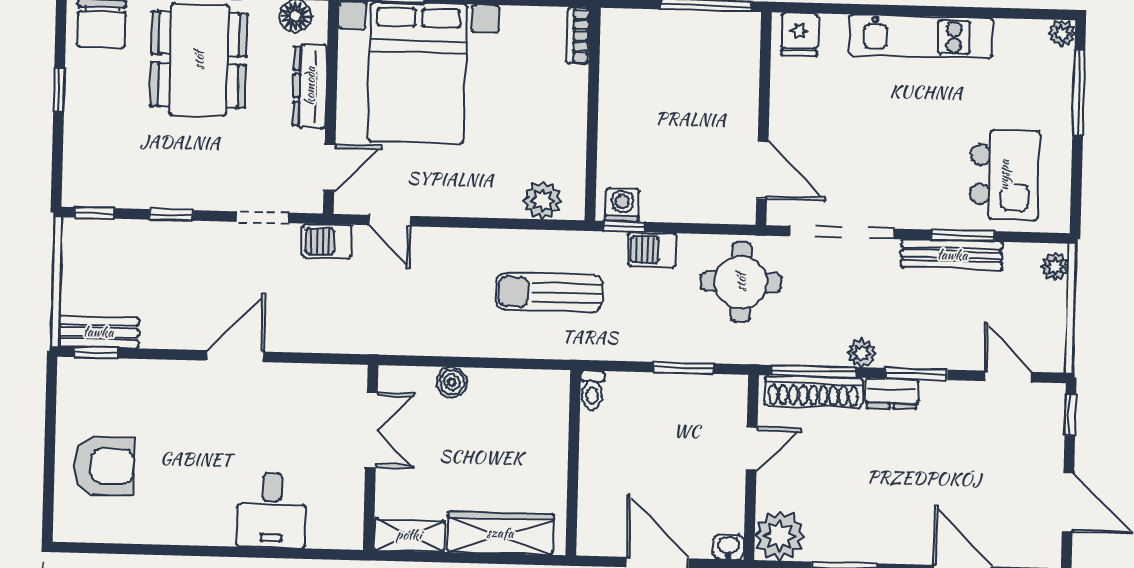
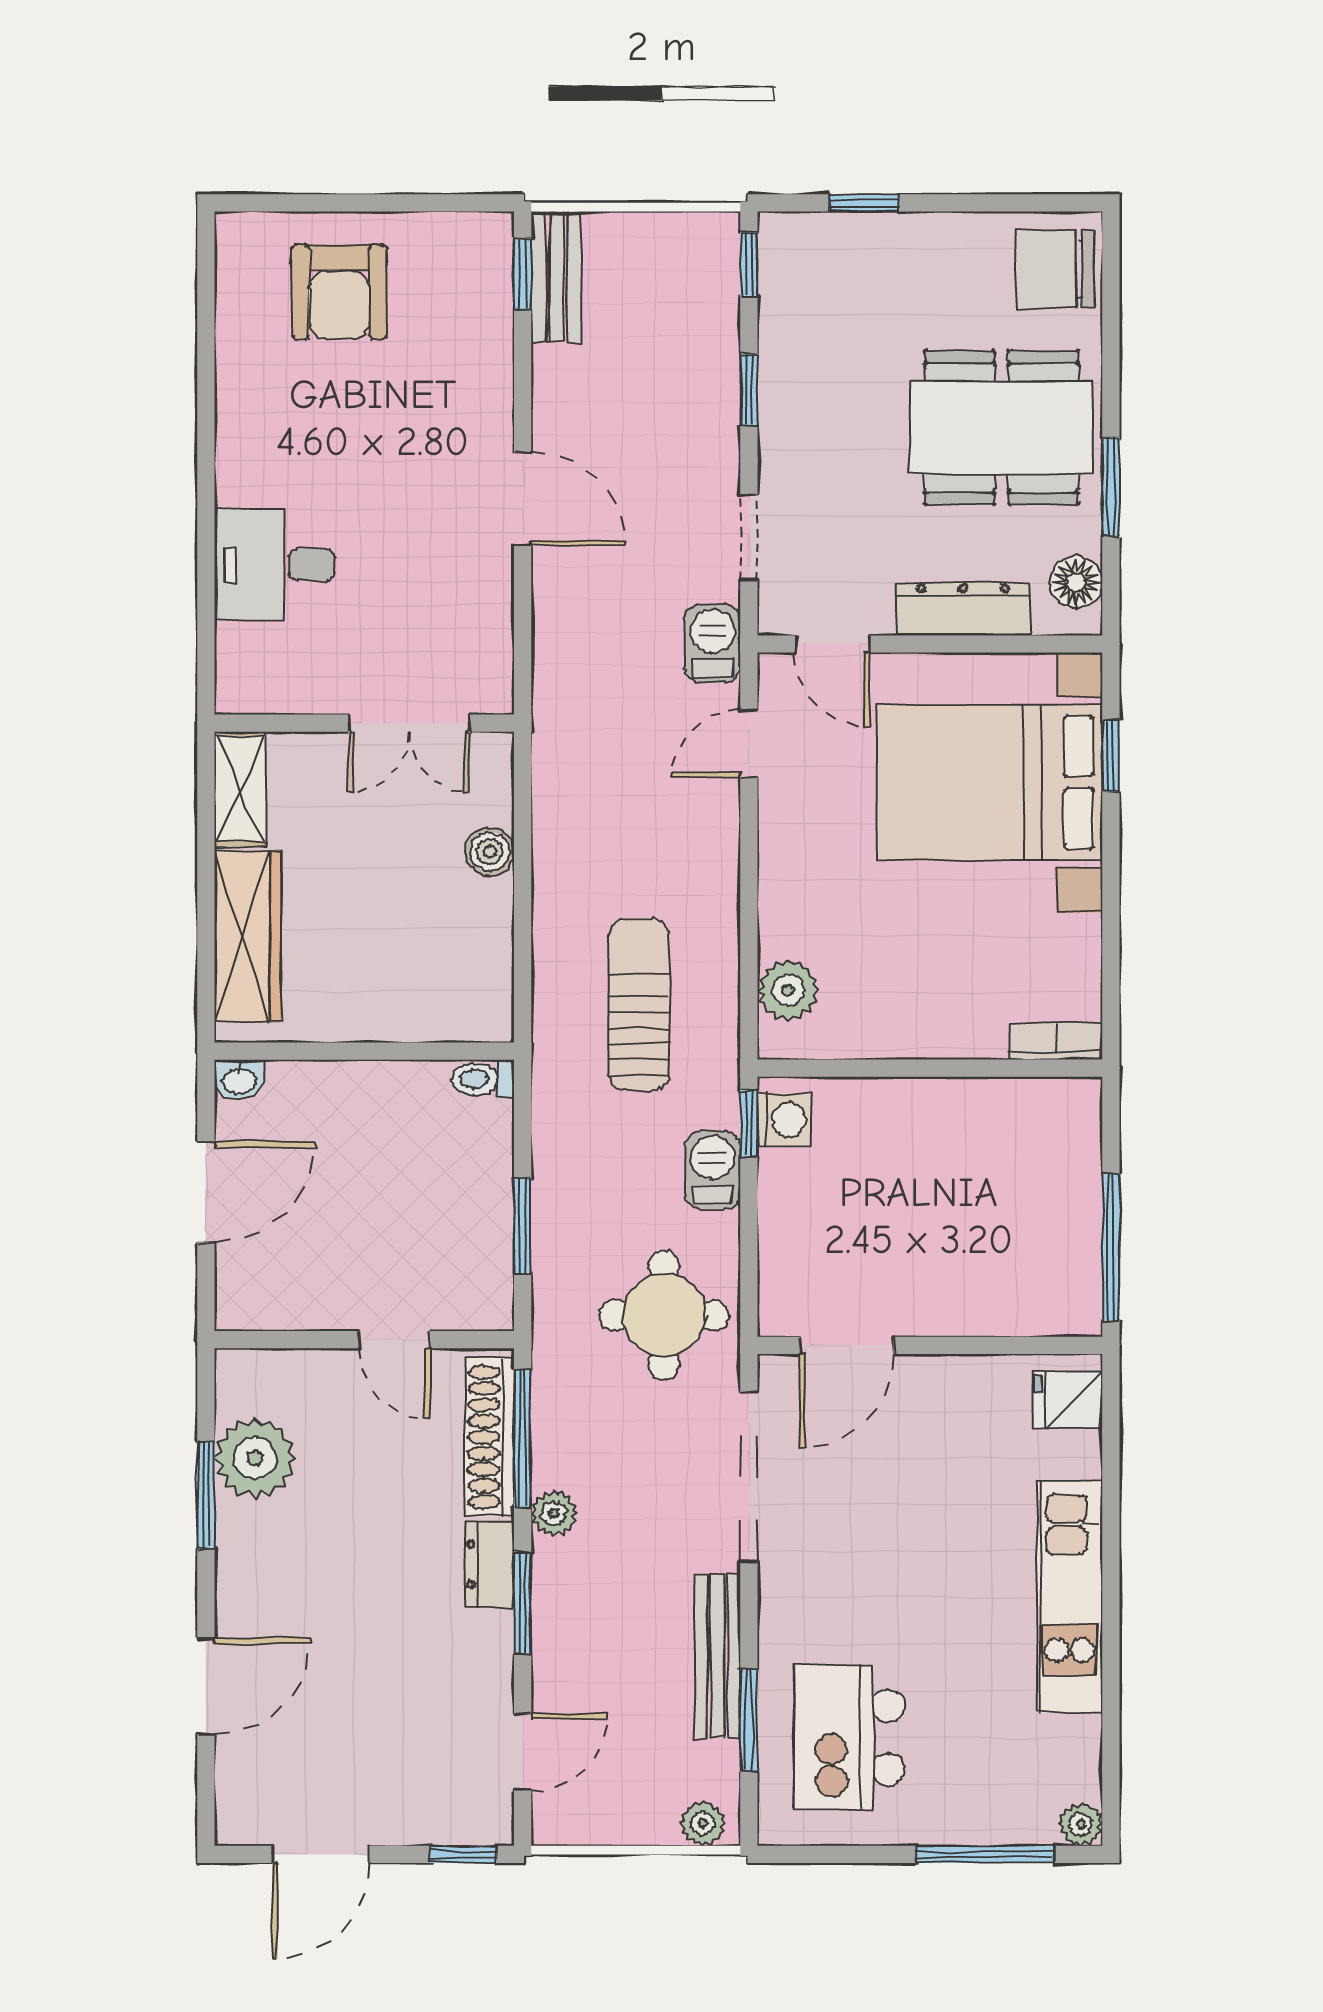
window: (59, 90) -> (864, 203), moved
kitchen island: (1004, 175) -> (849, 1738), turned 90
window: (963, 236) -> (749, 1720), moved
plant: (780, 536) -> (255, 1458), moved
washbasin: (728, 547) -> (239, 1080), moved, turned 90

